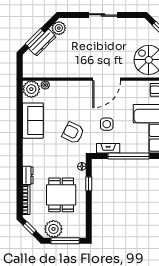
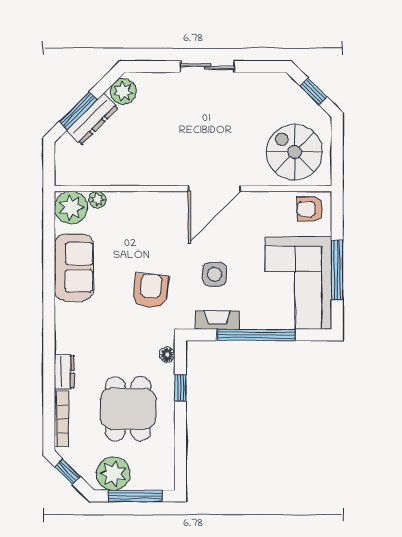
armchair: (73, 133) -> (151, 291), turned 70

